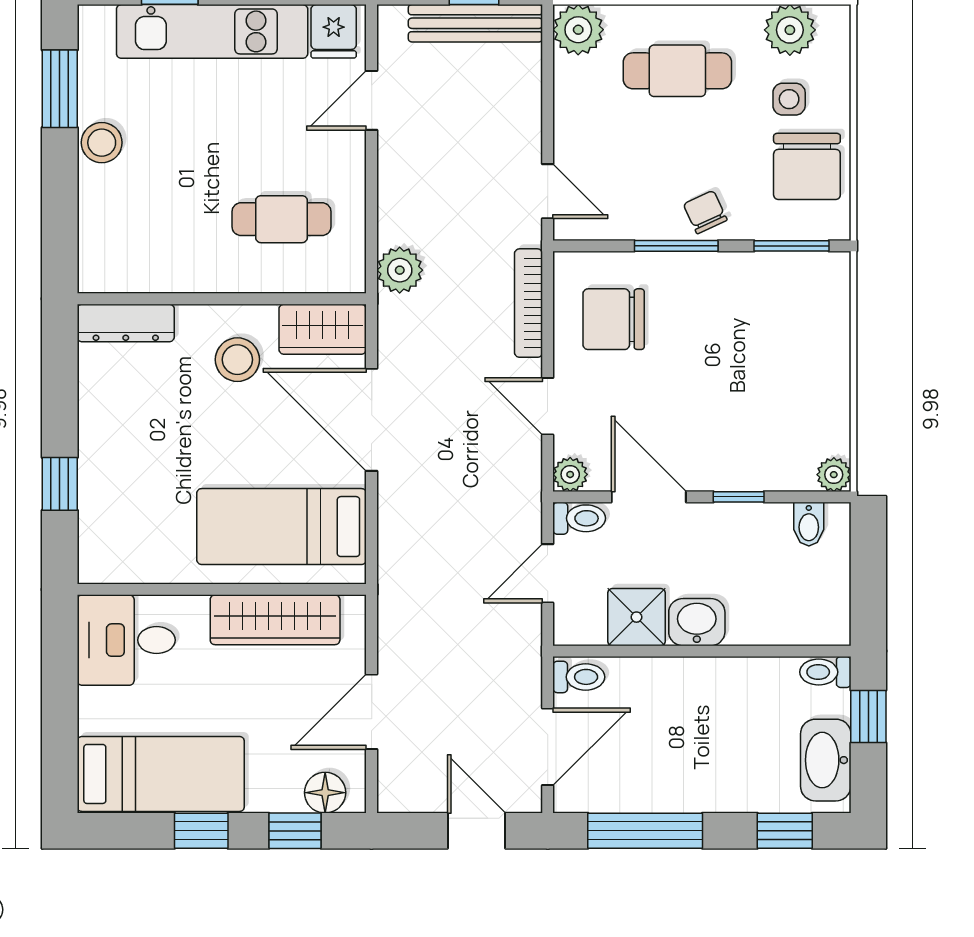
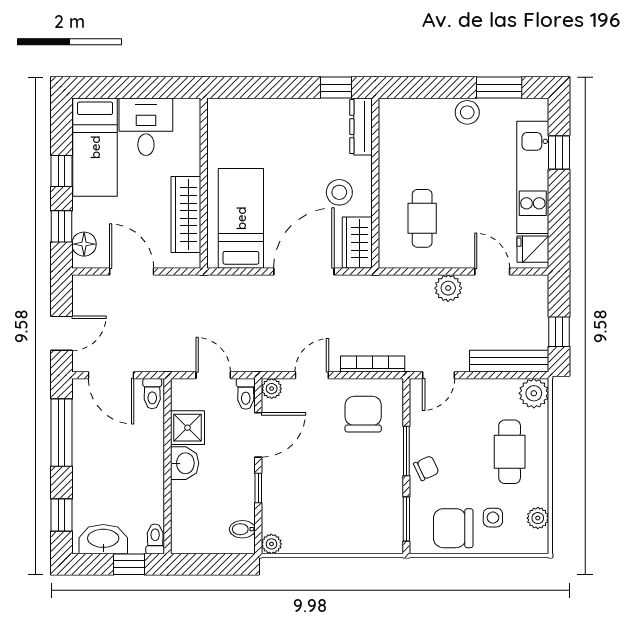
bench: (475, 23) -> (509, 361), moved, turned 90
plant: (790, 30) -> (538, 518), width x0.73, depth x0.73
plant: (400, 270) -> (448, 288), moved
window: (60, 484) -> (336, 88), moved
desk: (126, 640) -> (146, 127), moved

